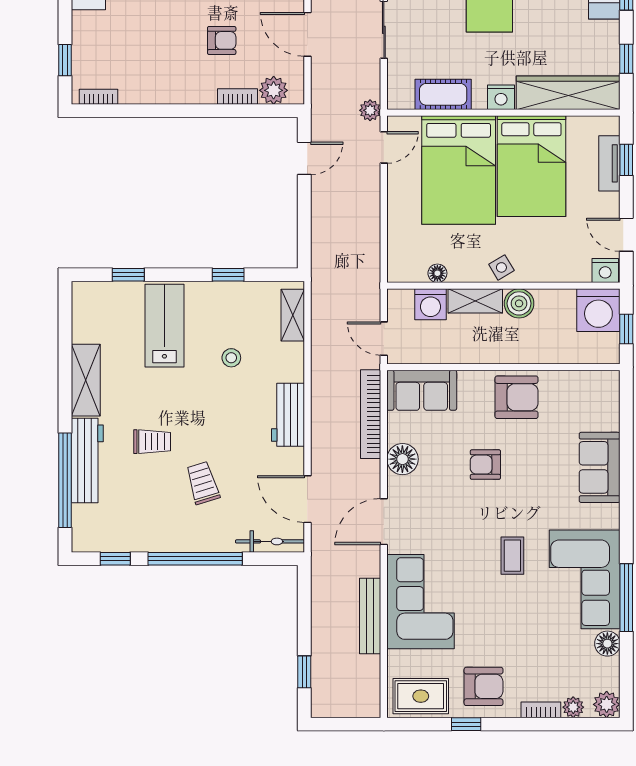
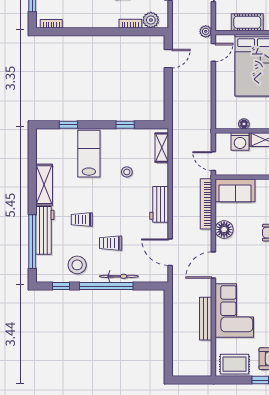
trolley: (152, 442) -> (82, 220), turned 180
trolley: (203, 483) -> (111, 243), turned -73
stool: (144, 521) -> (77, 265), added
bicycle: (270, 541) -> (119, 276), moved
window: (304, 672) -> (168, 350), removed

